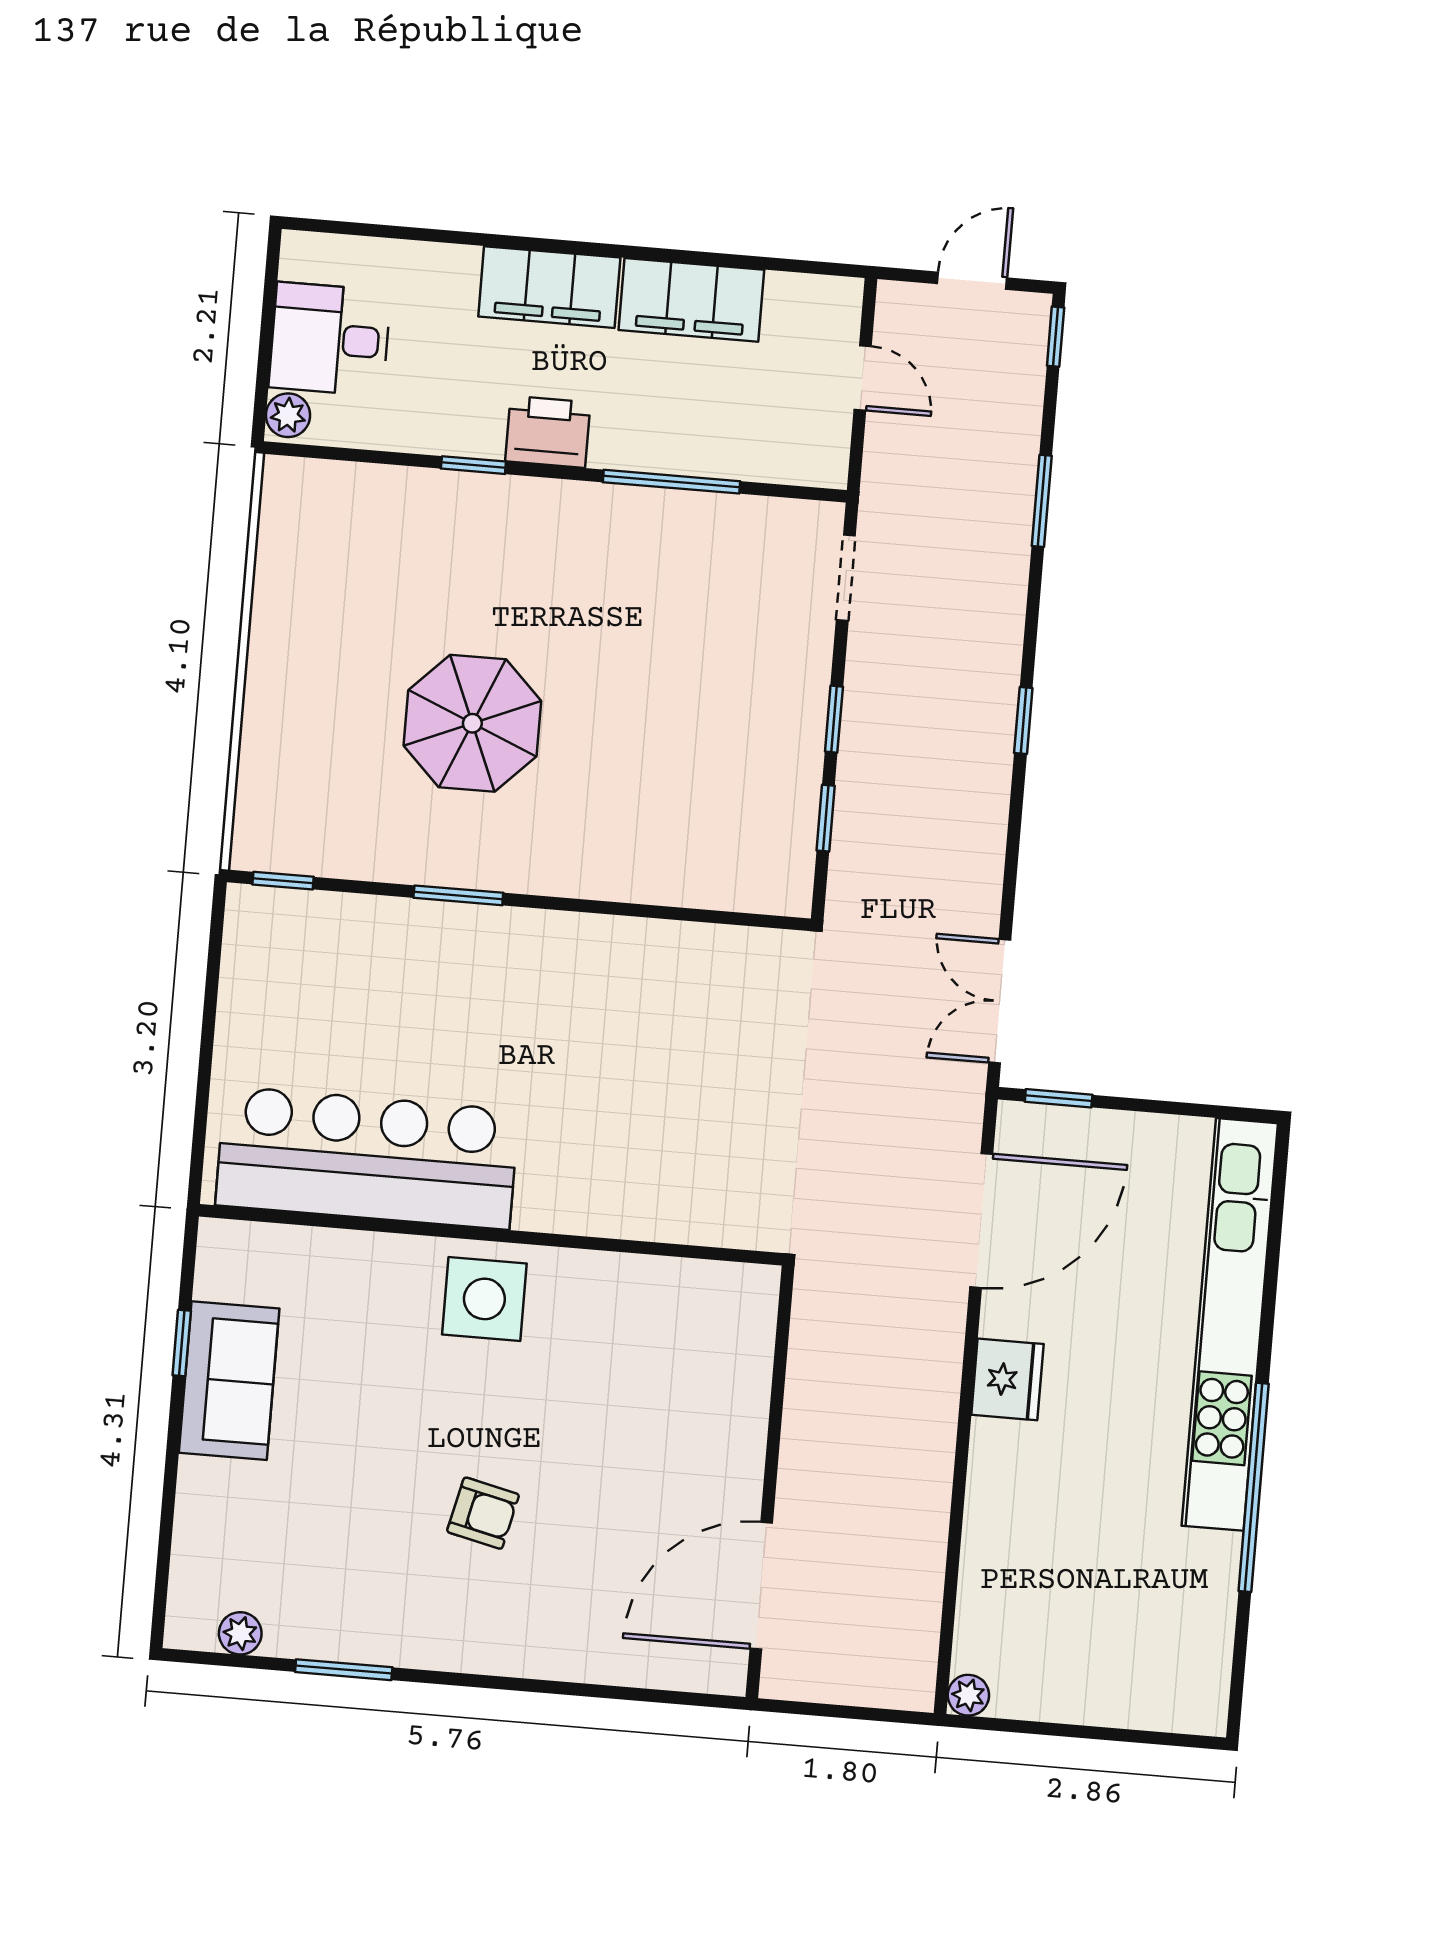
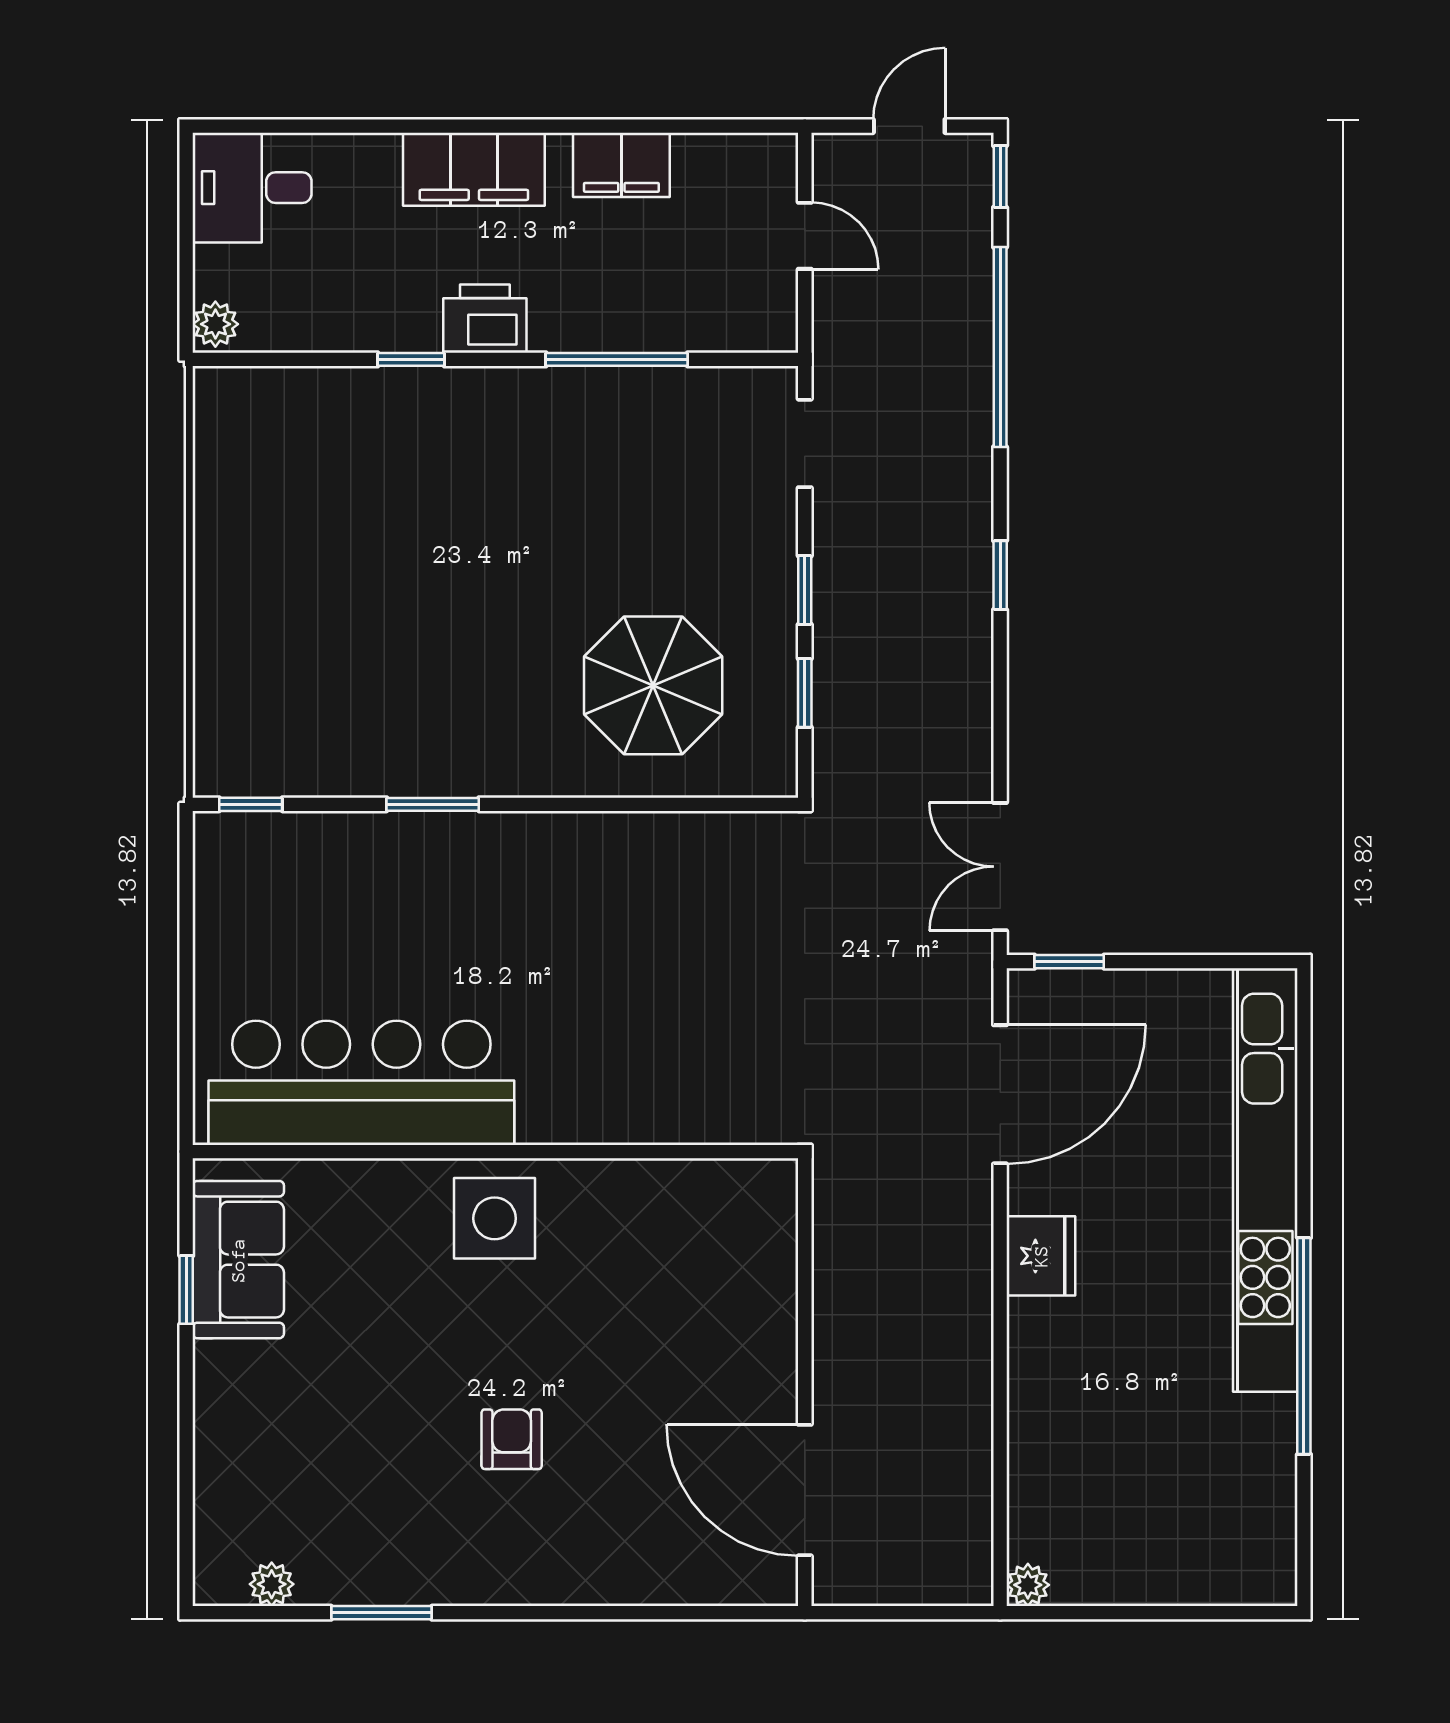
filing cabinet: (691, 300) -> (621, 165), width x0.67, depth x0.86
desk: (330, 339) -> (252, 188), moved
window: (1042, 501) -> (1000, 347), width x2.11
parasol: (472, 723) -> (653, 685), moved
sofa: (229, 1381) -> (238, 1260), moved
armchair: (483, 1513) -> (512, 1439), turned -103
door: (761, 1586) -> (805, 1490), hinge flipped

